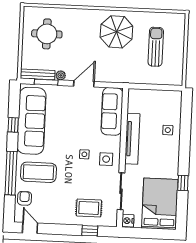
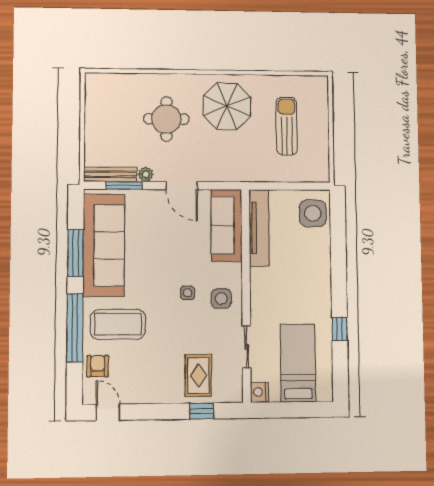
round table: (47, 34) -> (166, 119), moved
door: (84, 84) -> (182, 186), swing flipped
window: (13, 125) -> (76, 253), width x2.17
side table: (168, 130) -> (313, 213), moved, width x1.87, depth x1.87
tv unit: (132, 139) -> (259, 228), moved
sliding door: (121, 191) -> (246, 347), width x0.73
bed: (160, 204) -> (298, 363), width x0.67
rug: (89, 208) -> (198, 376), turned 90

